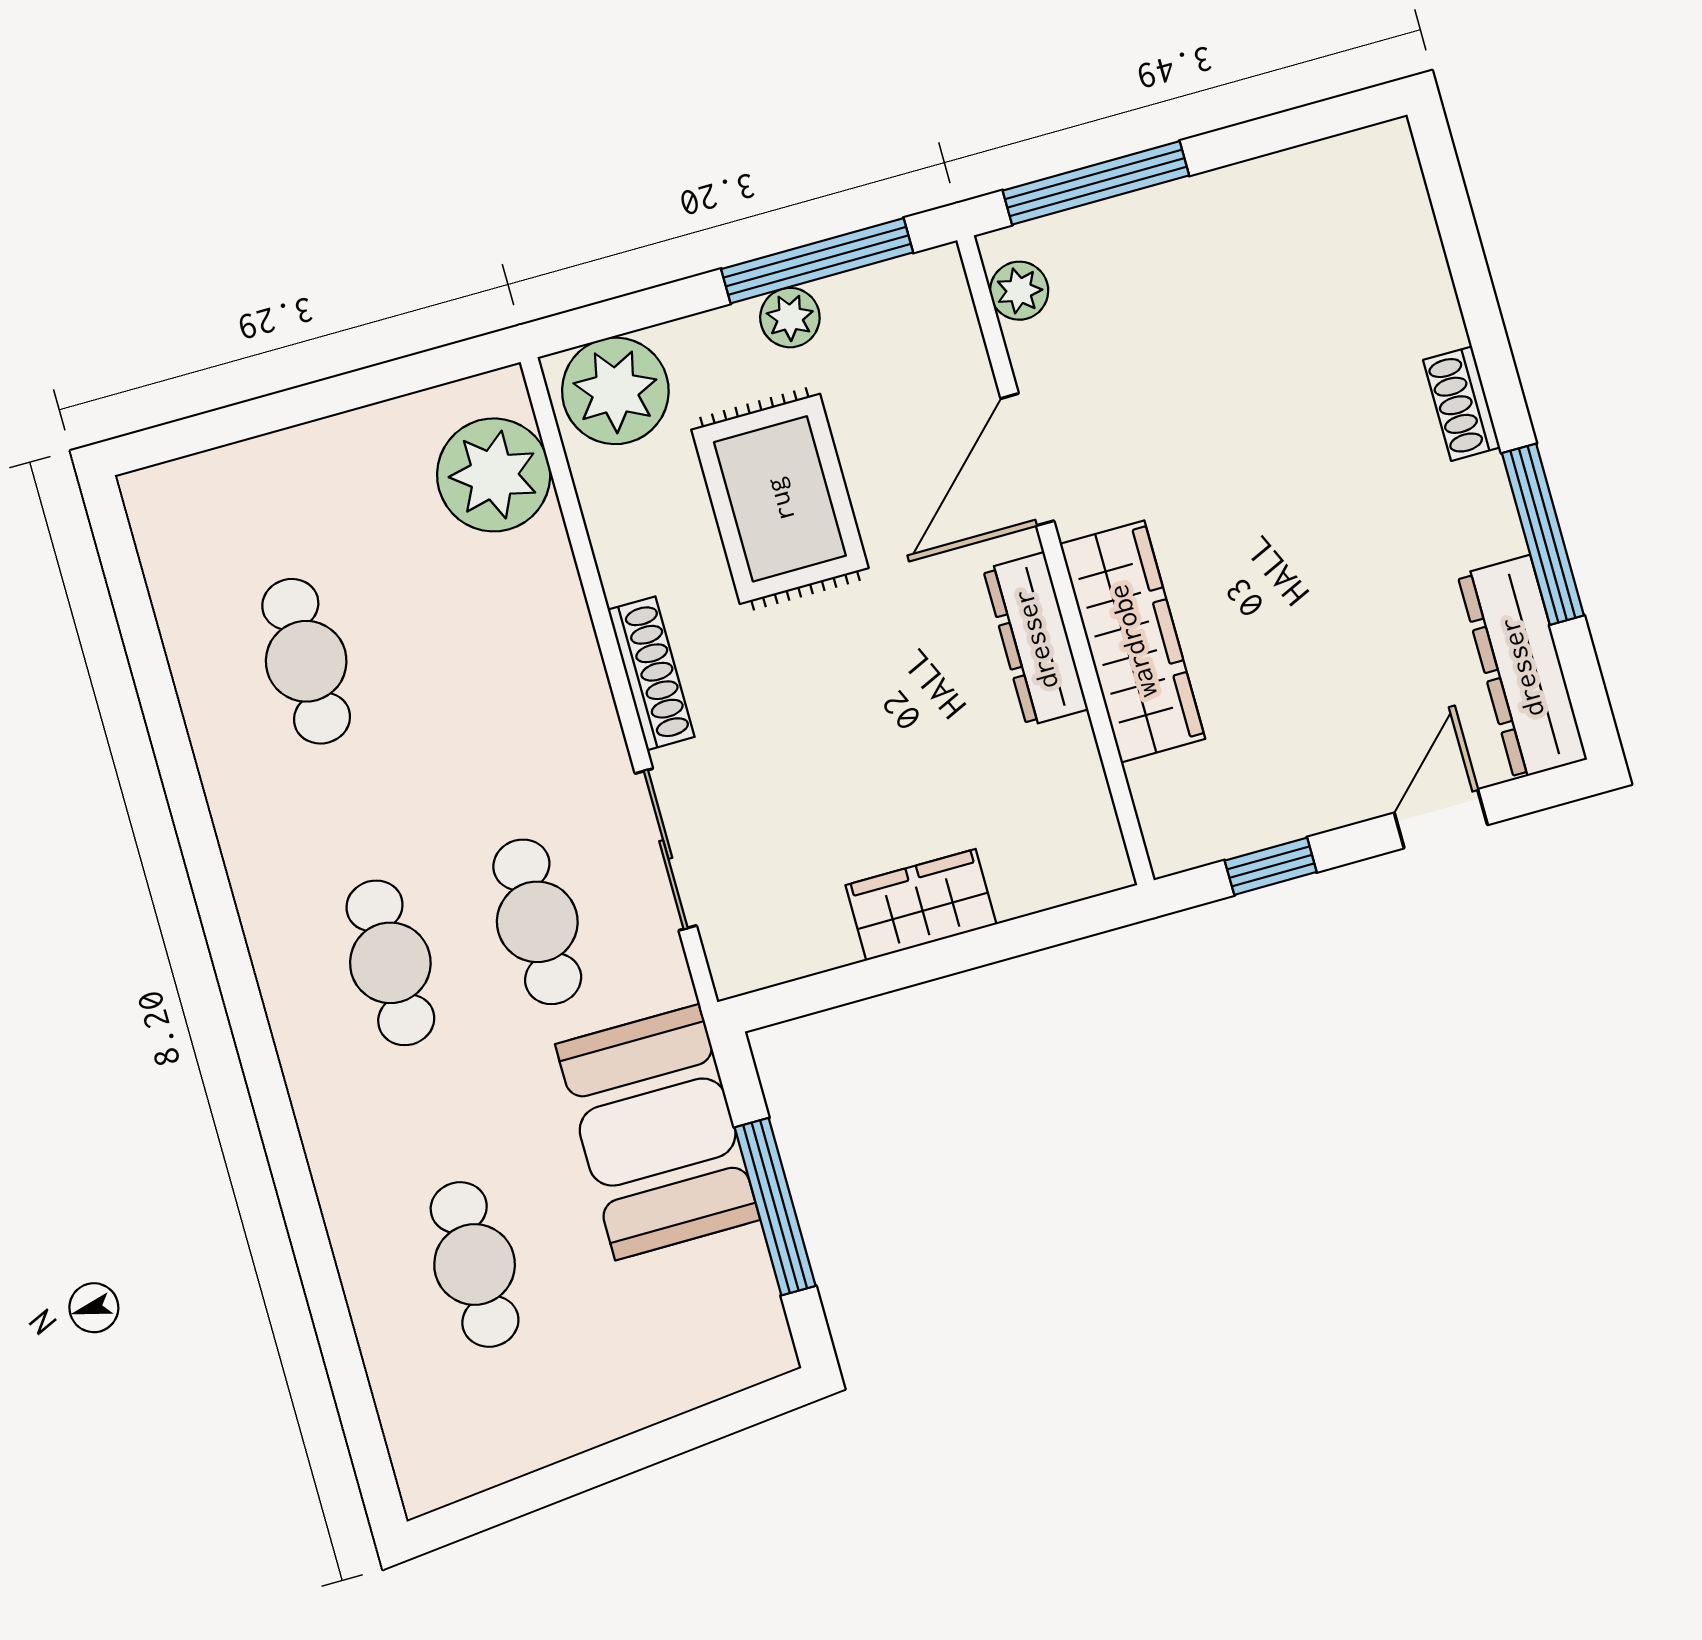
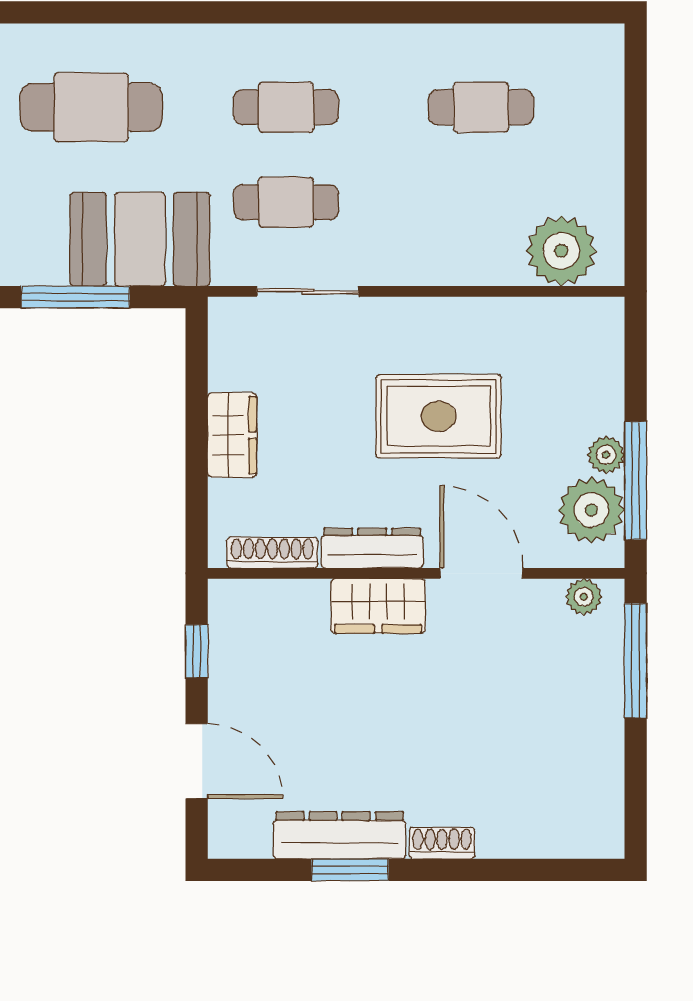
plant: (615, 391) -> (591, 510), moved
rug: (780, 499) -> (439, 416), moved
window: (1543, 534) -> (350, 870), width x0.69
wardrobe: (1133, 641) -> (378, 606), width x0.67
dresser: (1522, 667) -> (340, 835), moved
shoe rack: (651, 673) -> (272, 553), moved, turned 180
door: (1441, 819) -> (197, 761), width x1.38
cafe table: (475, 1264) -> (91, 107), width x1.37, depth x1.35

